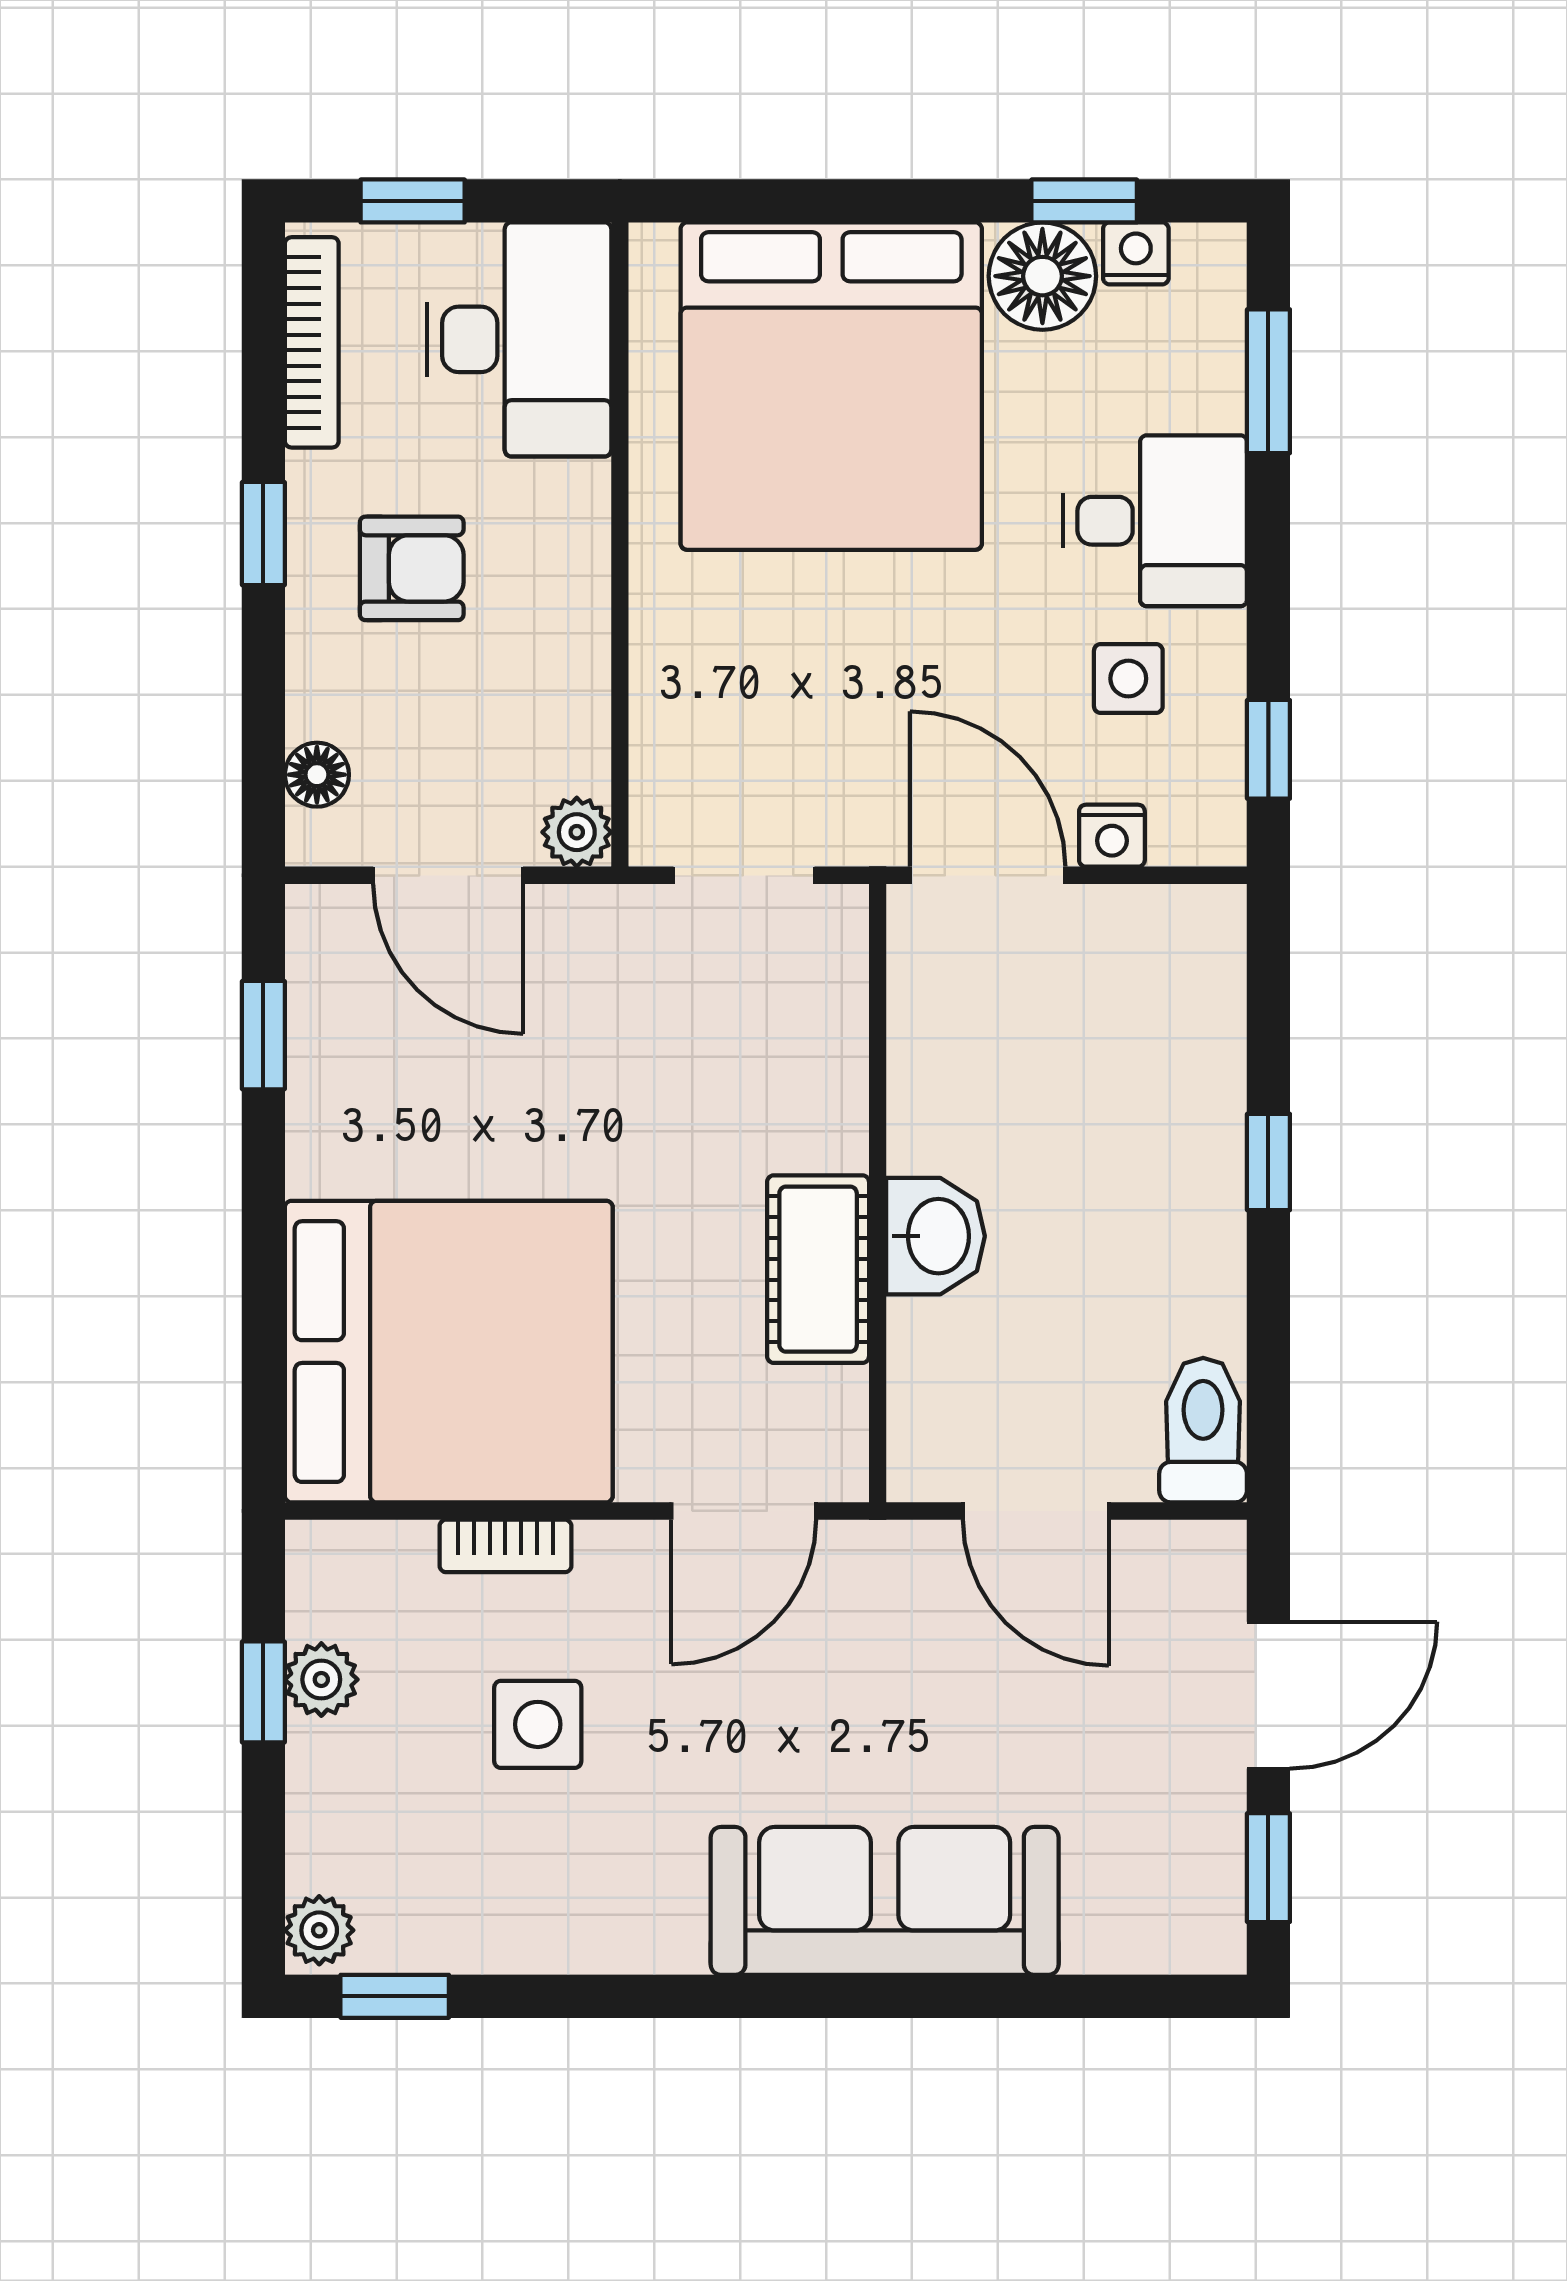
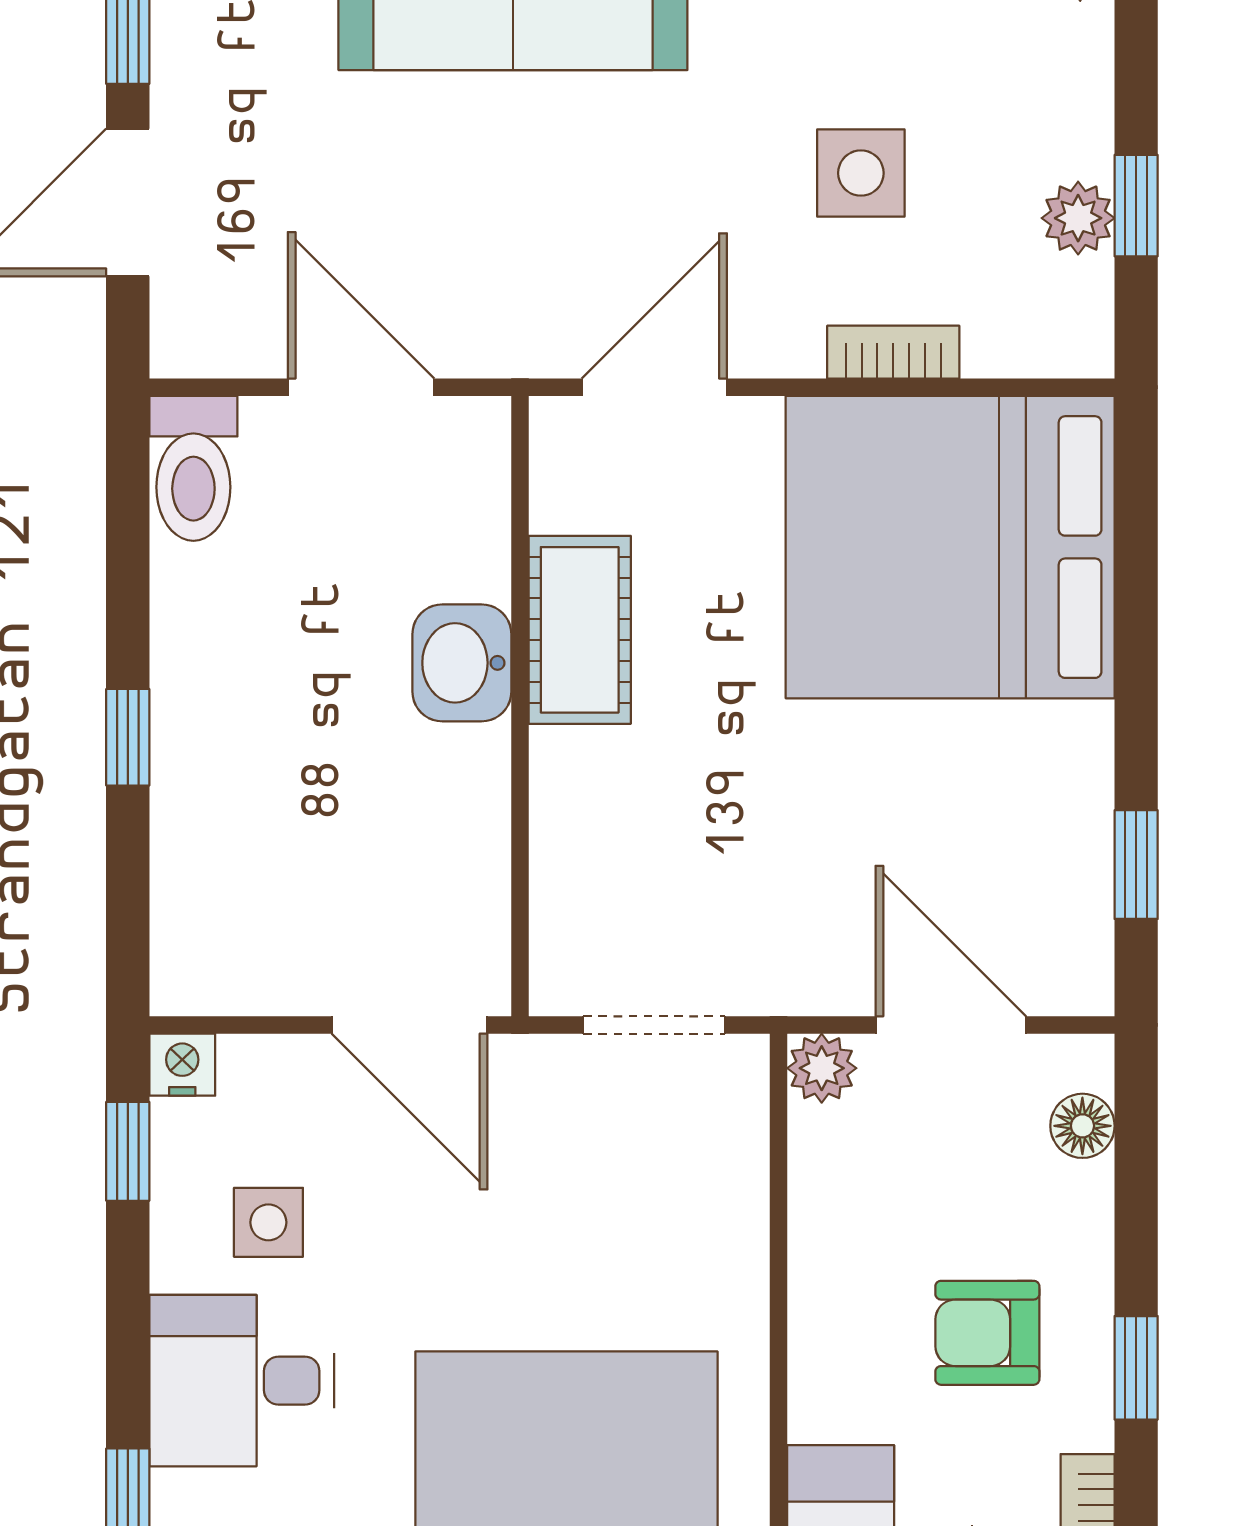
nightstand: (1112, 836) -> (182, 1065), moved

